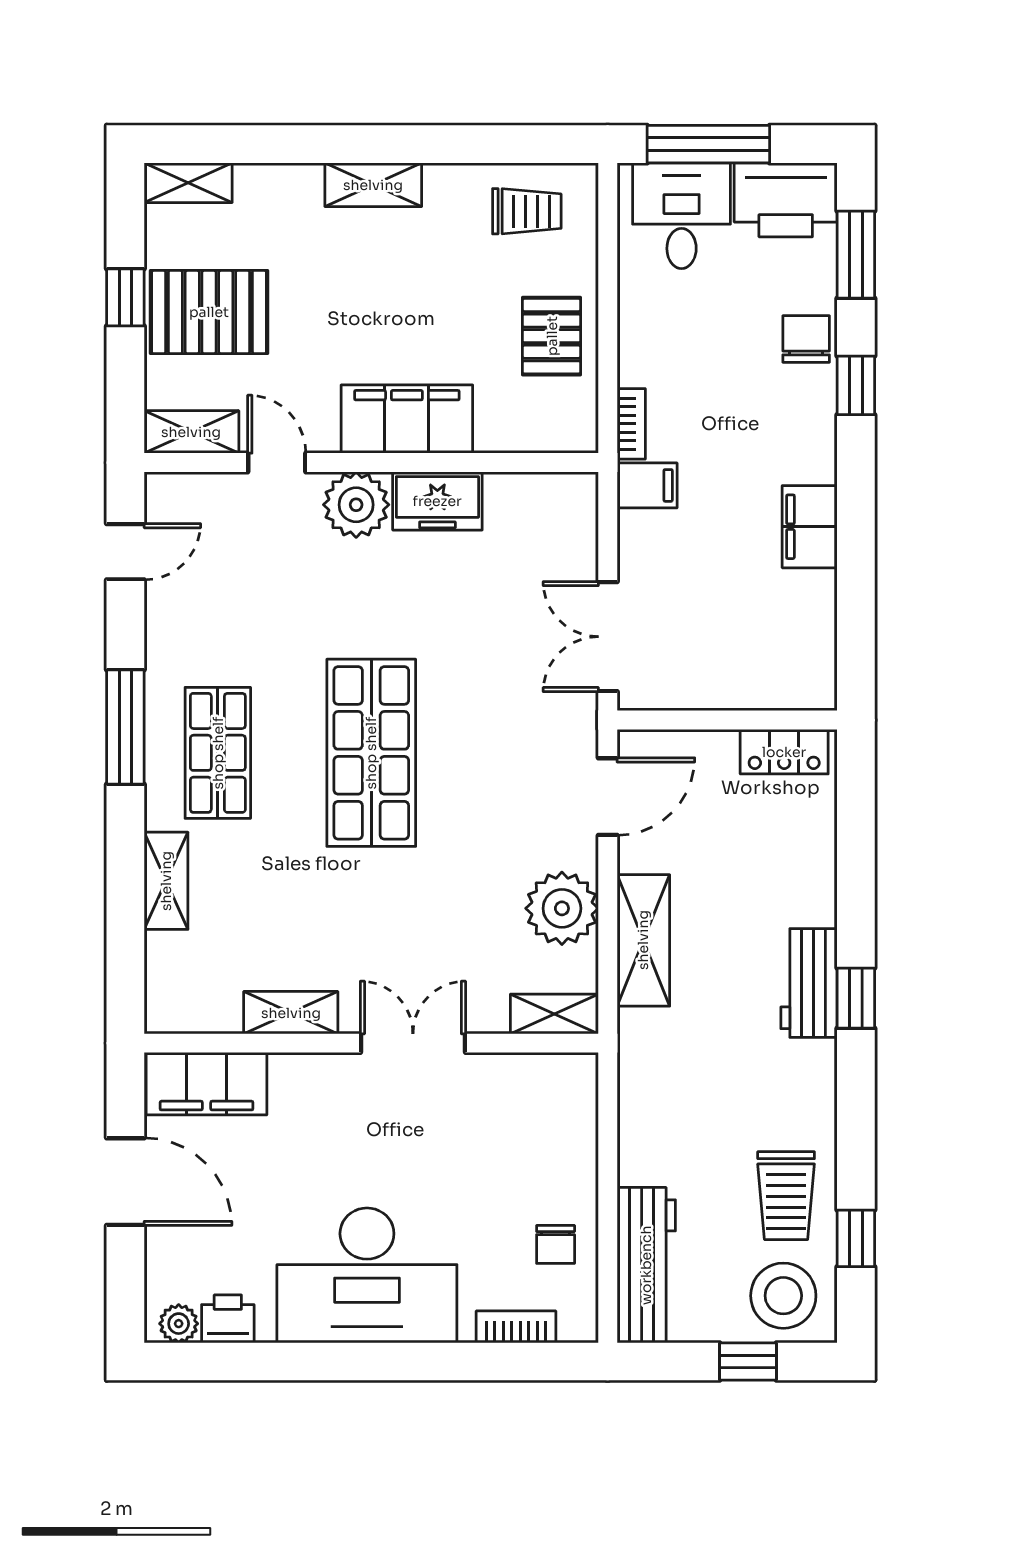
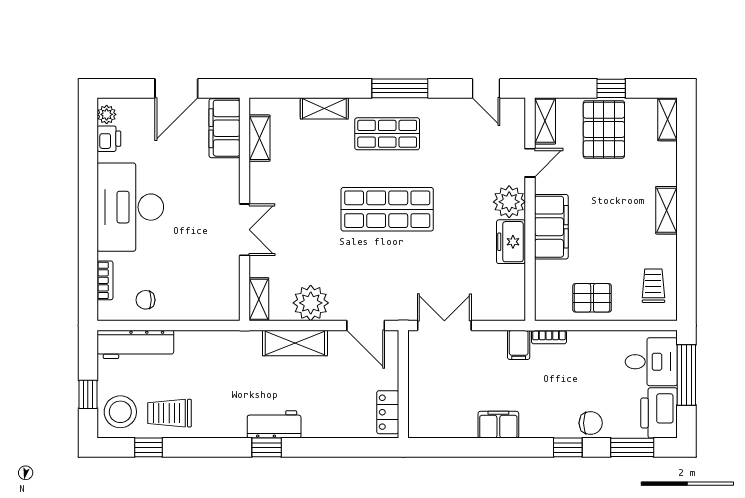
trolley: (527, 211) -> (653, 286), turned 180
shelving: (291, 1013) -> (260, 138), moved

